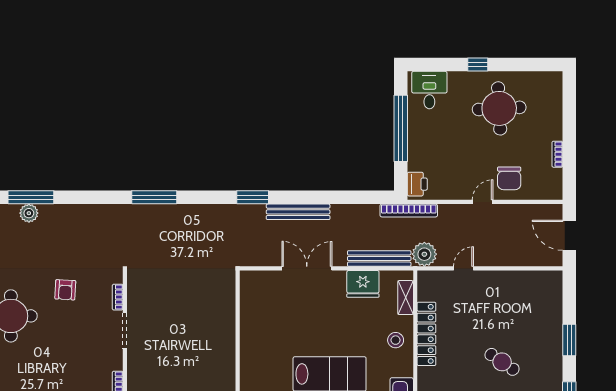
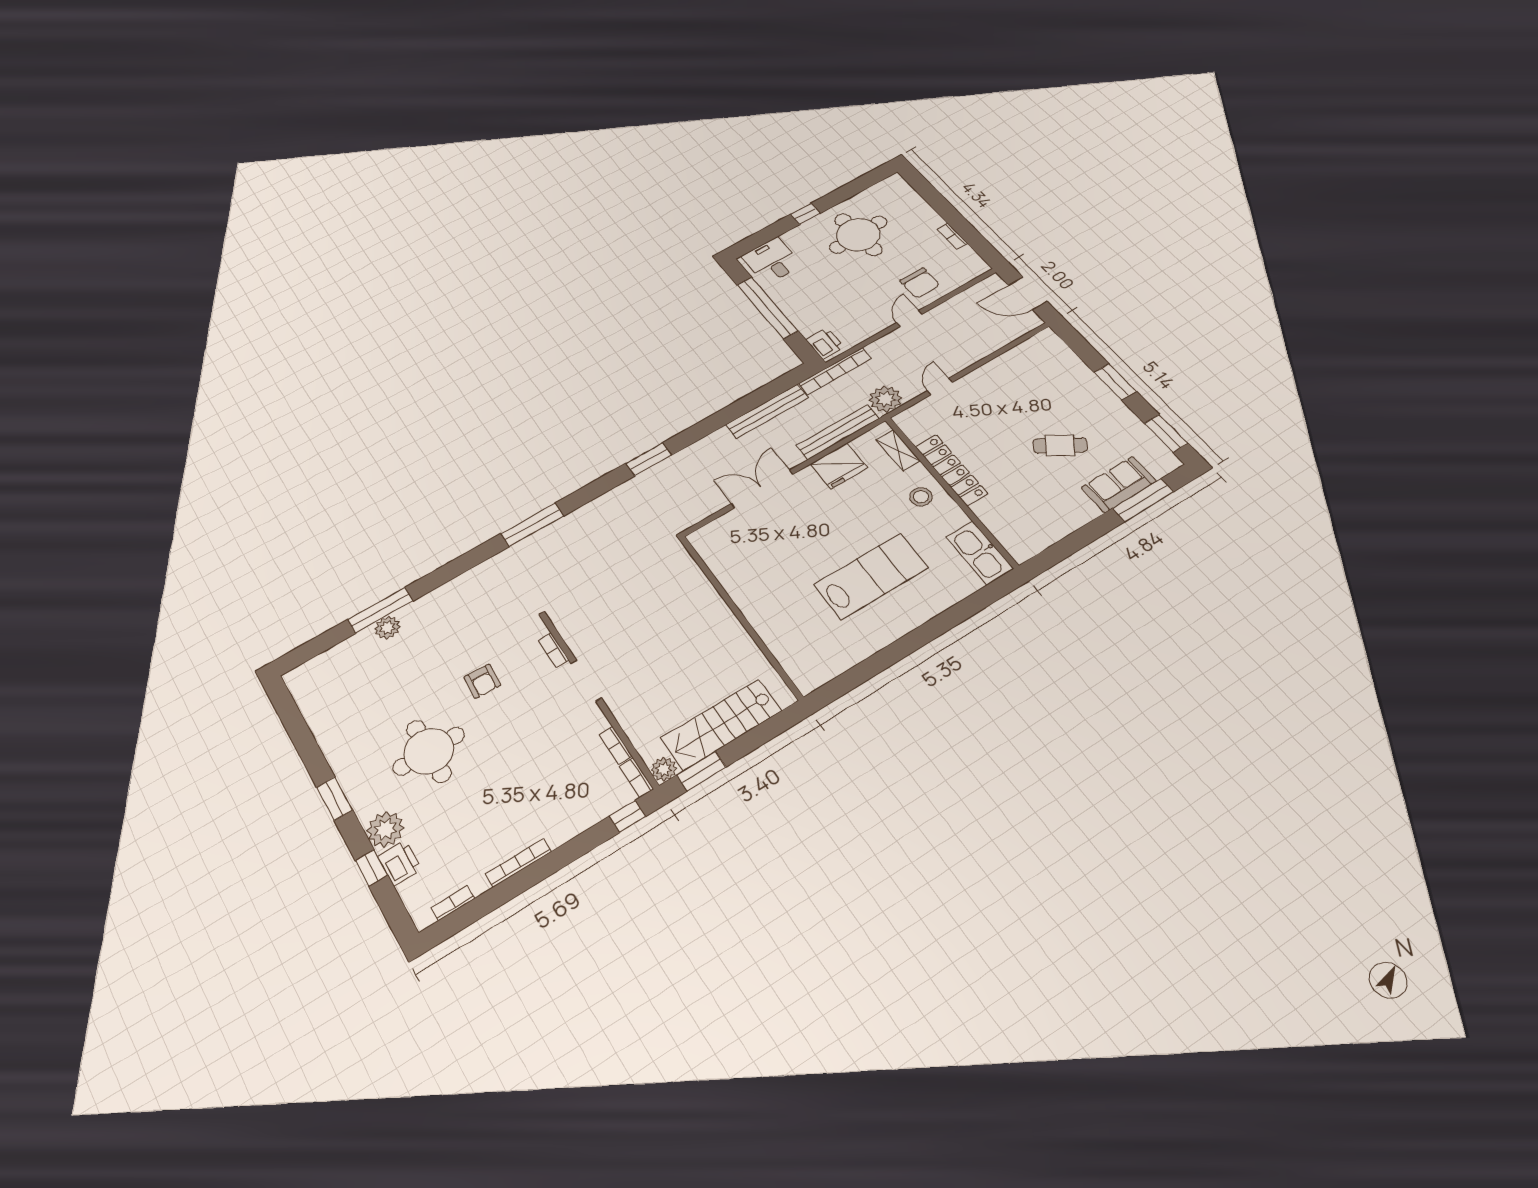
bench: (298, 212) -> (767, 411), moved

